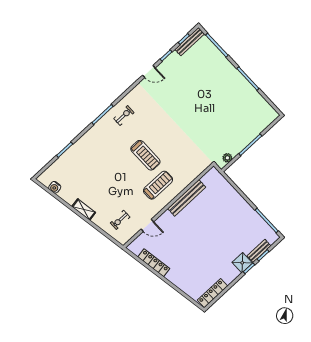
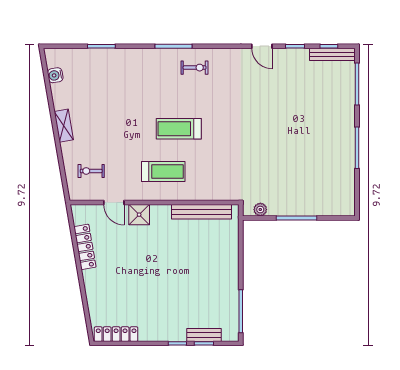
treadmill: (145, 155) -> (179, 129), turned 90
bench: (187, 198) -> (201, 212), moved
shower: (242, 263) -> (139, 215), moved

